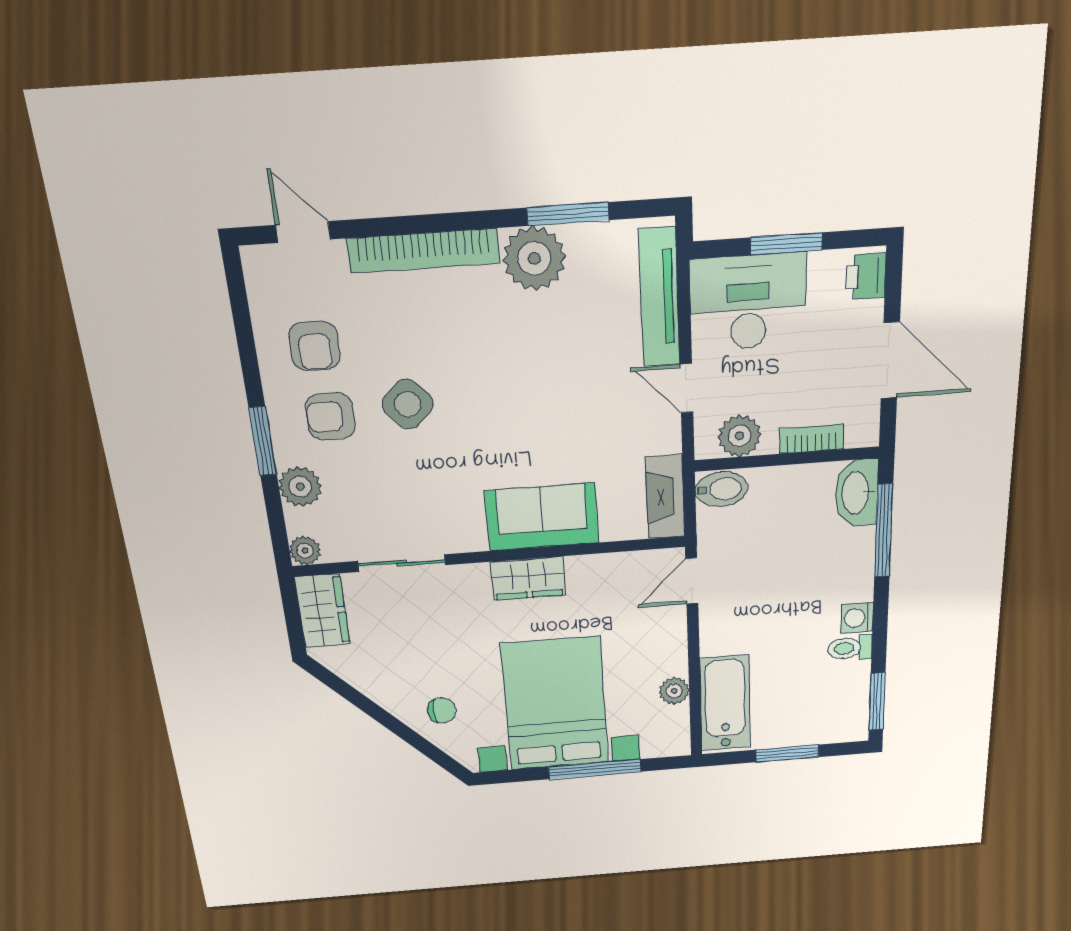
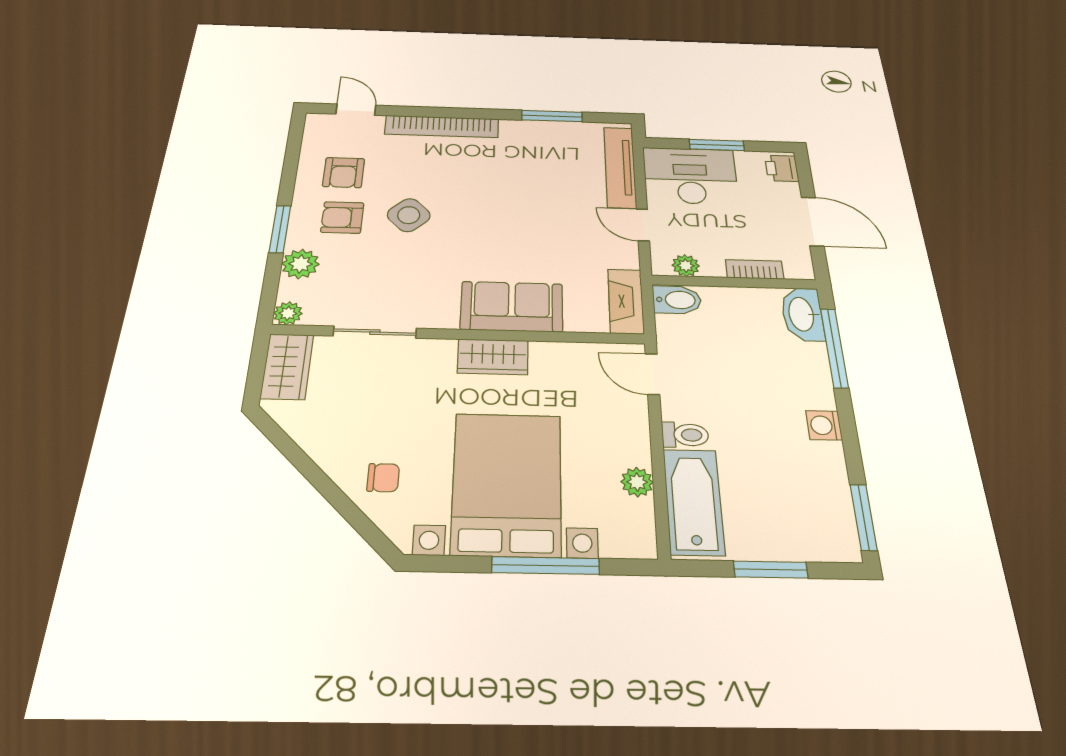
plant: (534, 258) -> (525, 137), removed
plant: (740, 436) -> (686, 266), width x0.73, depth x0.73
door: (692, 581) -> (652, 374), hinge flipped
toilet: (850, 648) -> (685, 435), moved, turned 180

